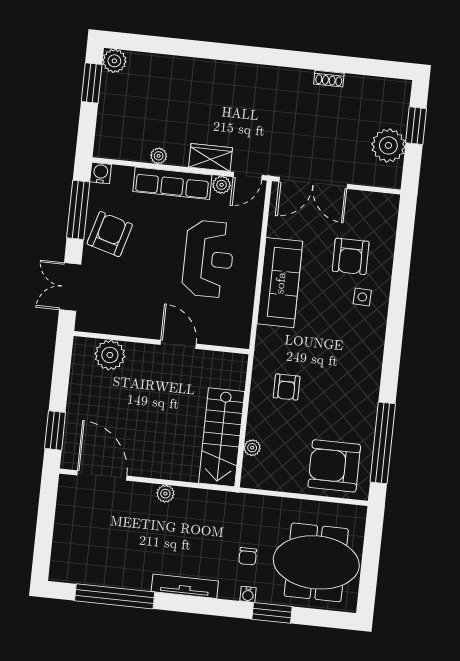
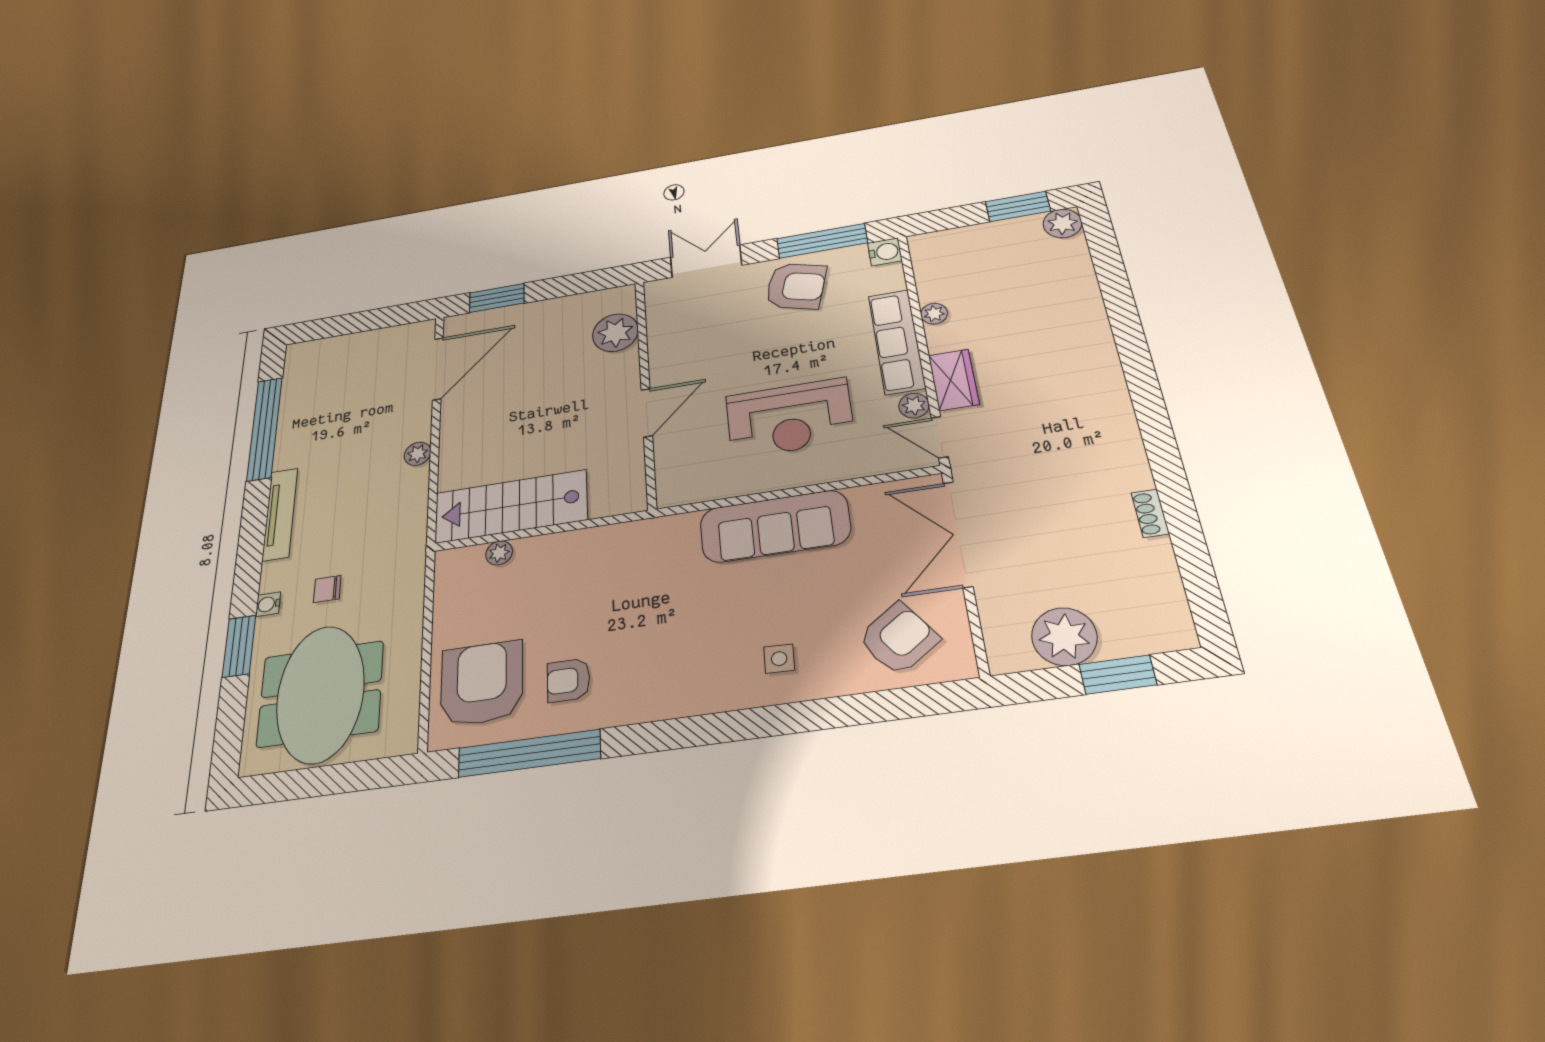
armchair: (351, 256) -> (898, 639), moved, turned 144
armchair: (287, 387) -> (568, 680), moved

